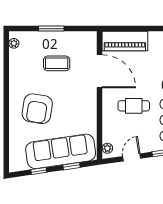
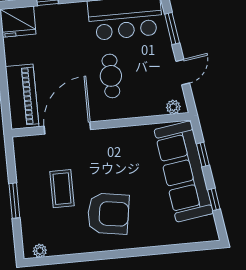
armchair: (37, 109) -> (108, 214), moved
door: (132, 157) -> (183, 72), swing flipped

